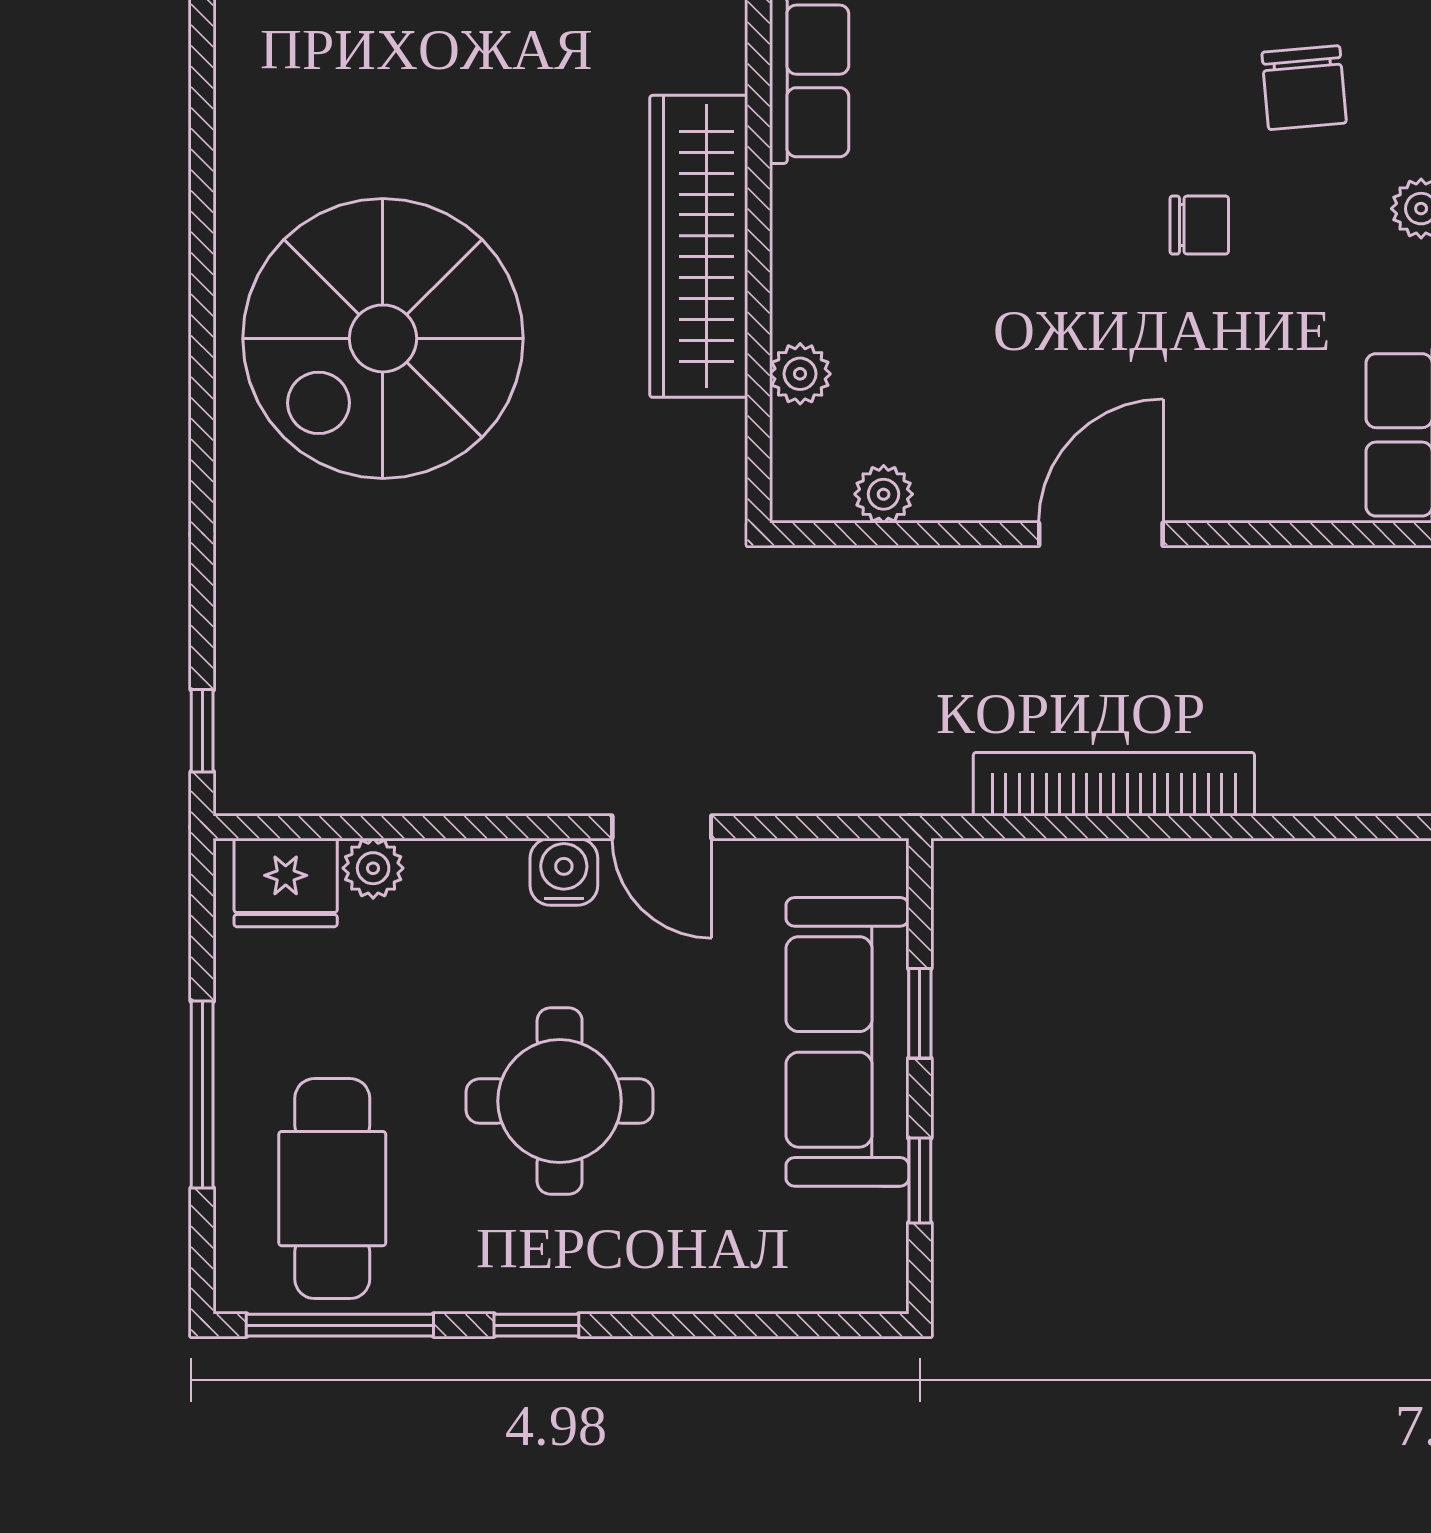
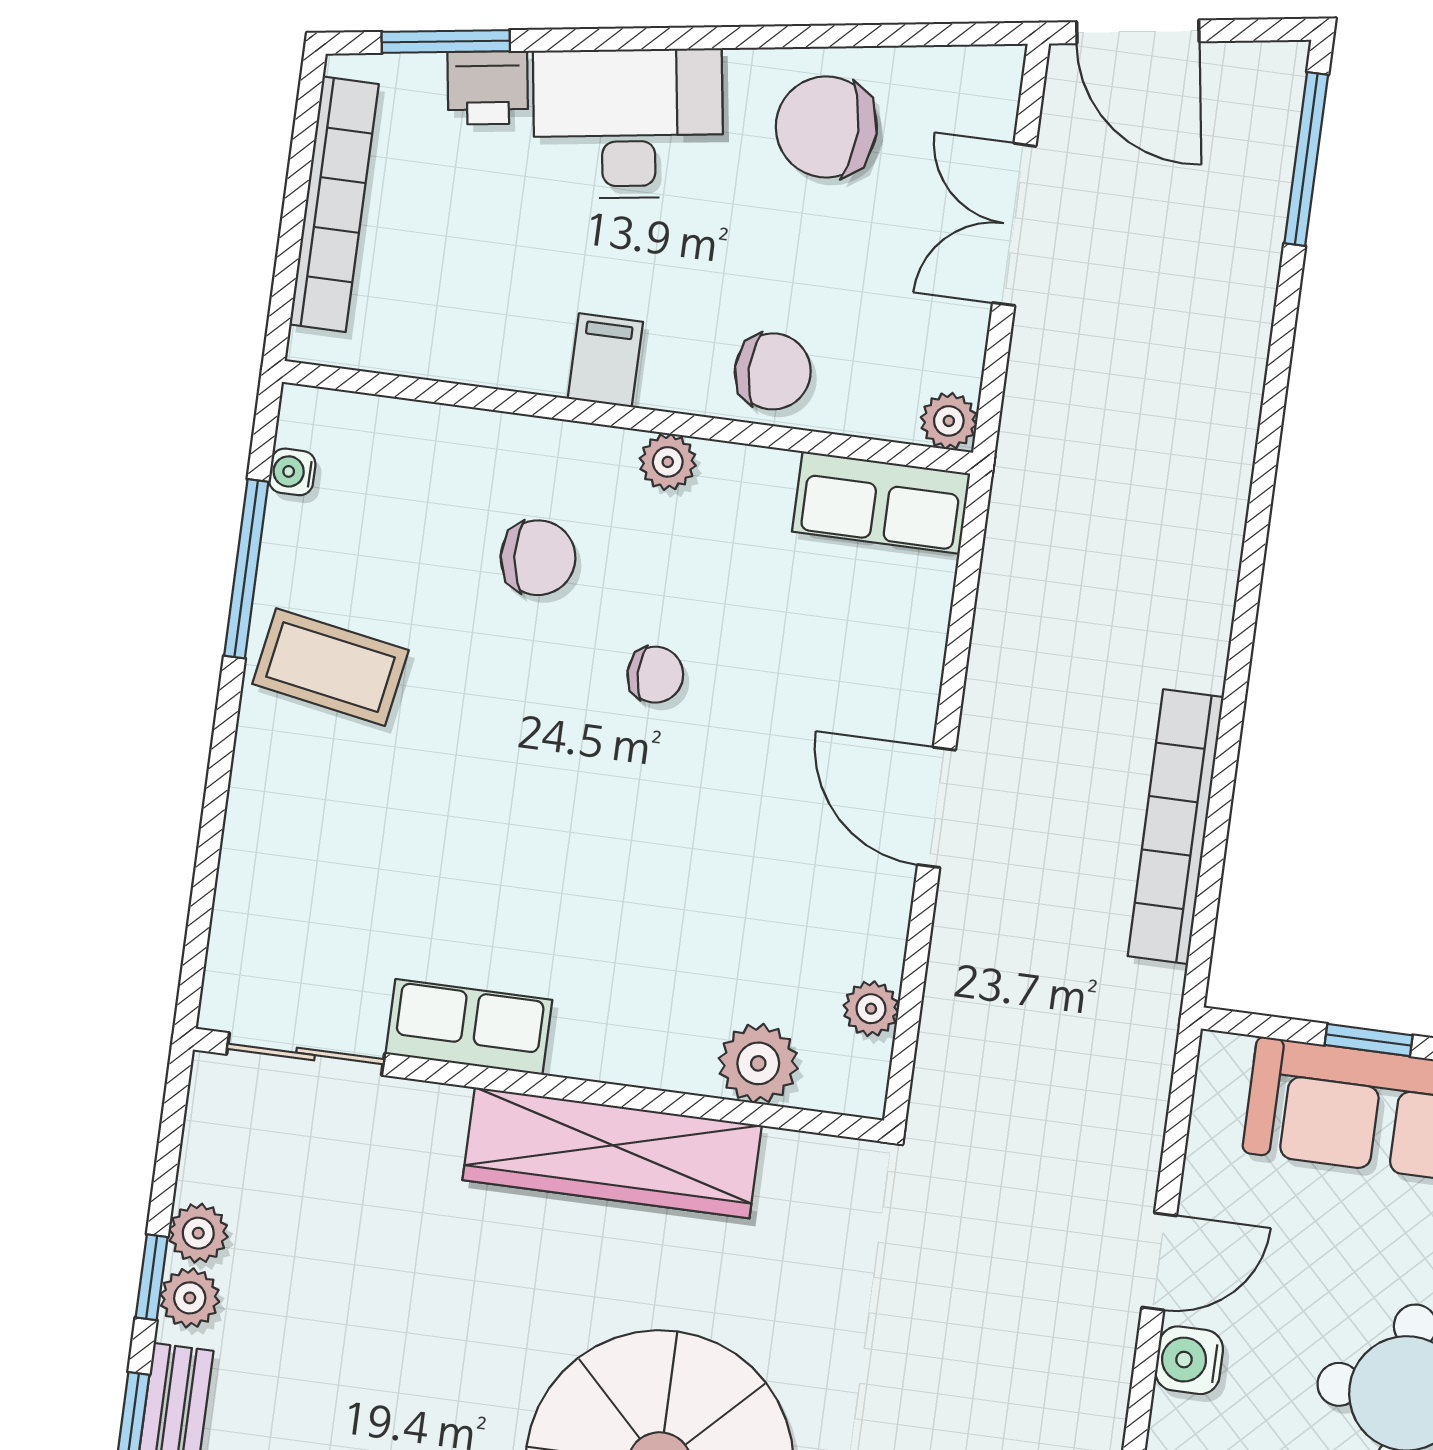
chair: (1199, 225) -> (655, 675), turned 90
plant: (800, 374) -> (758, 1063), width x1.38, depth x1.38

